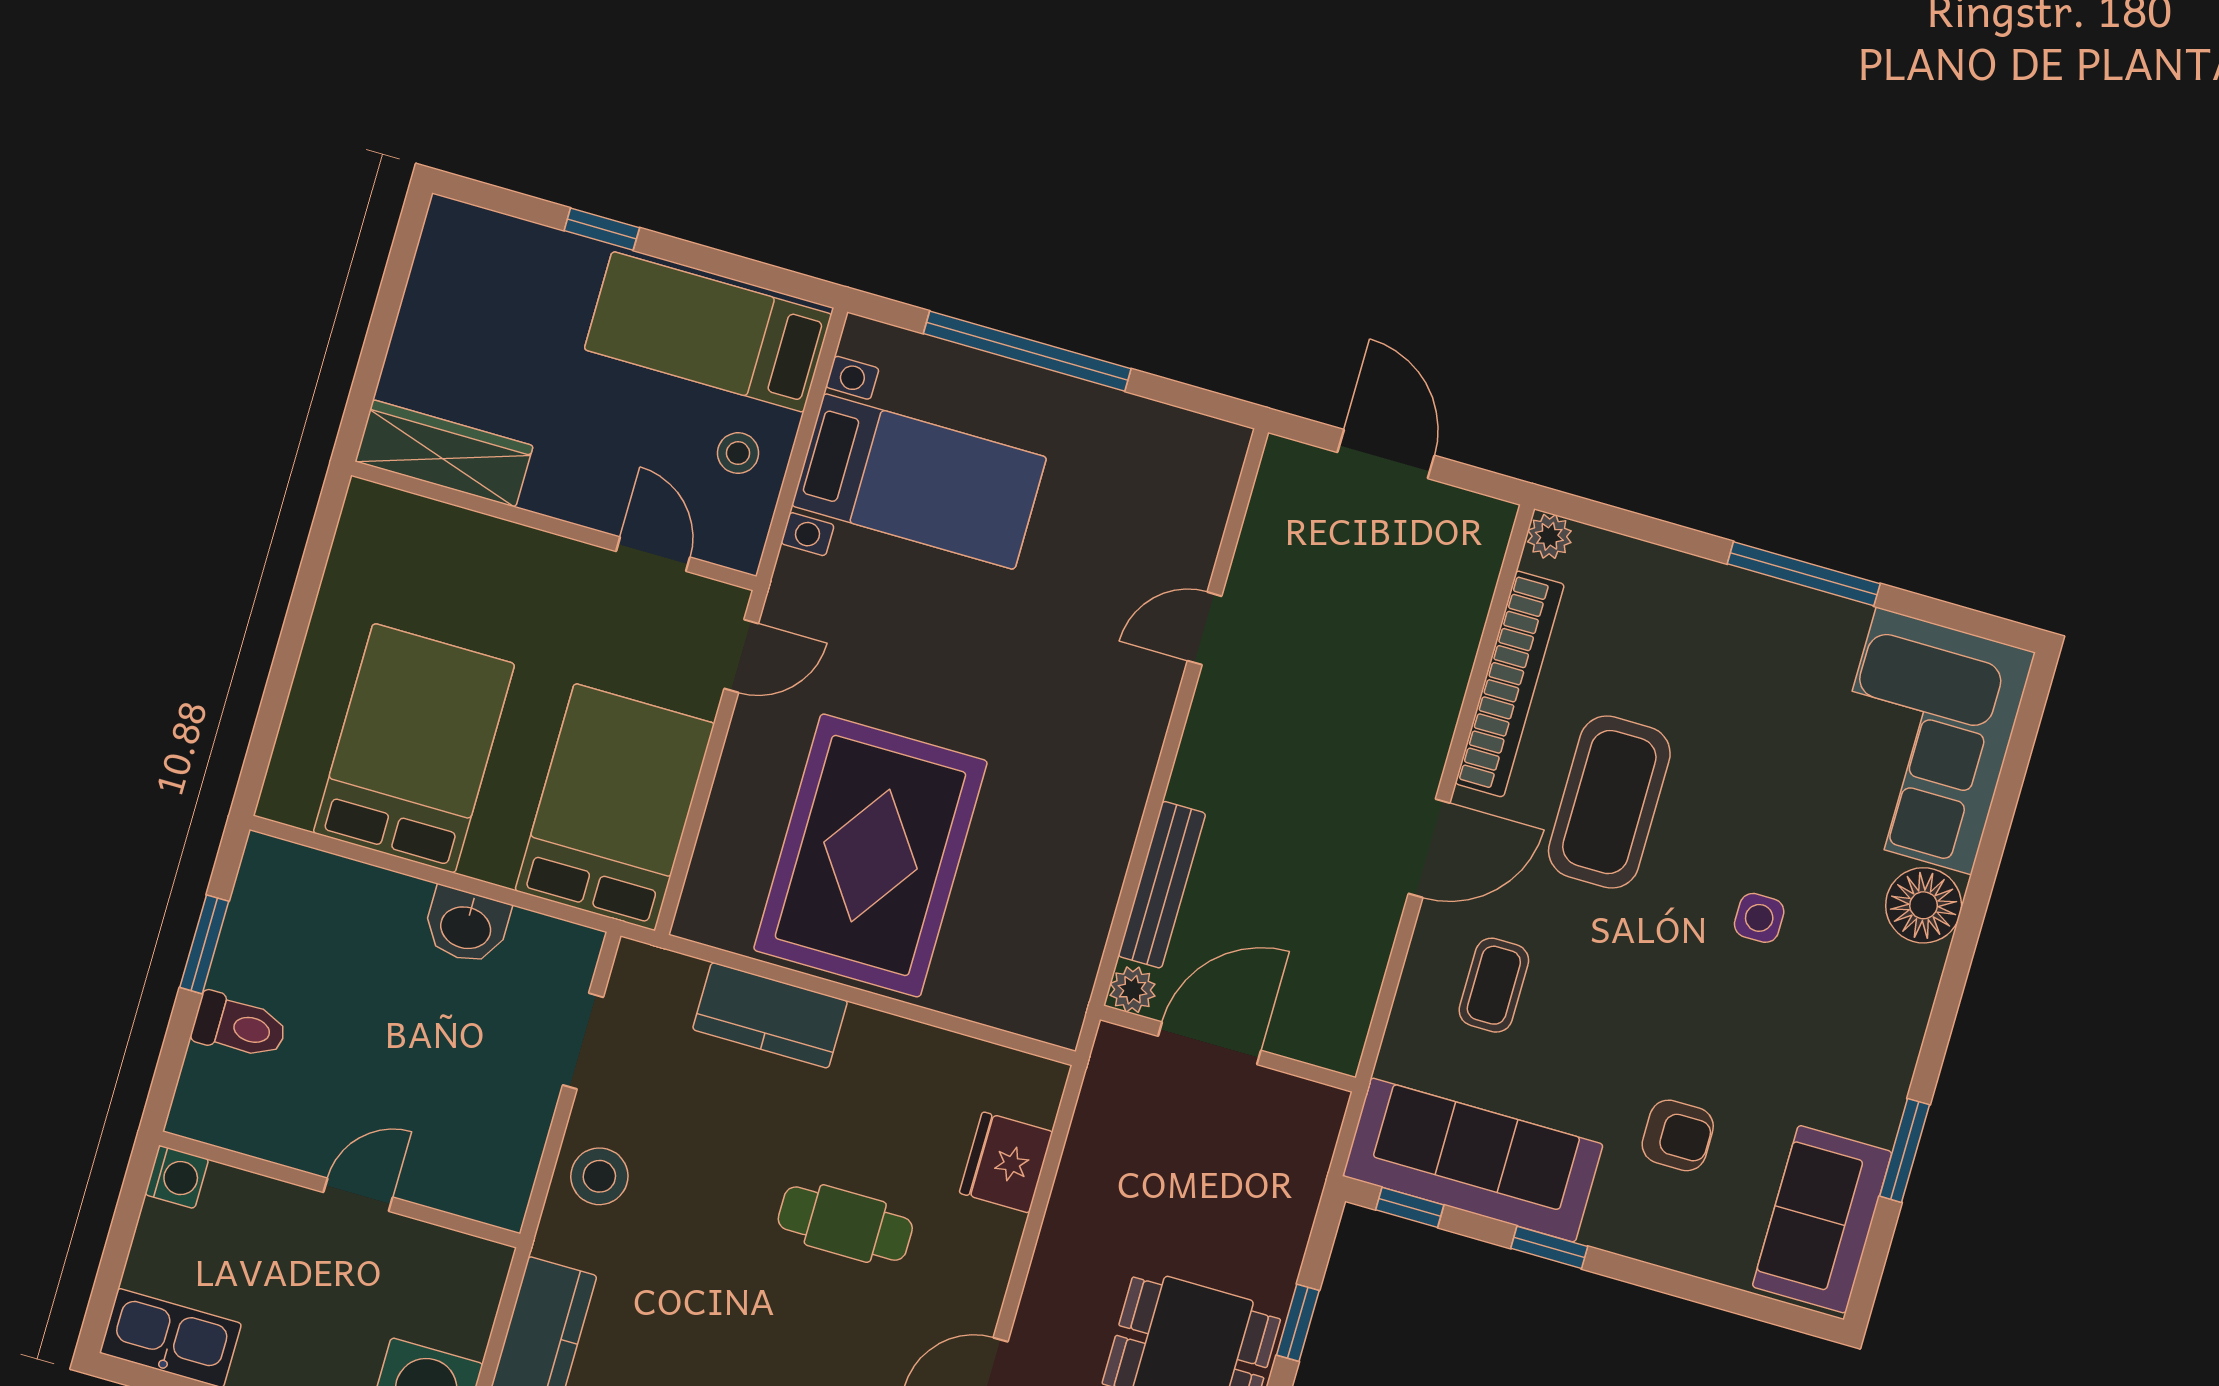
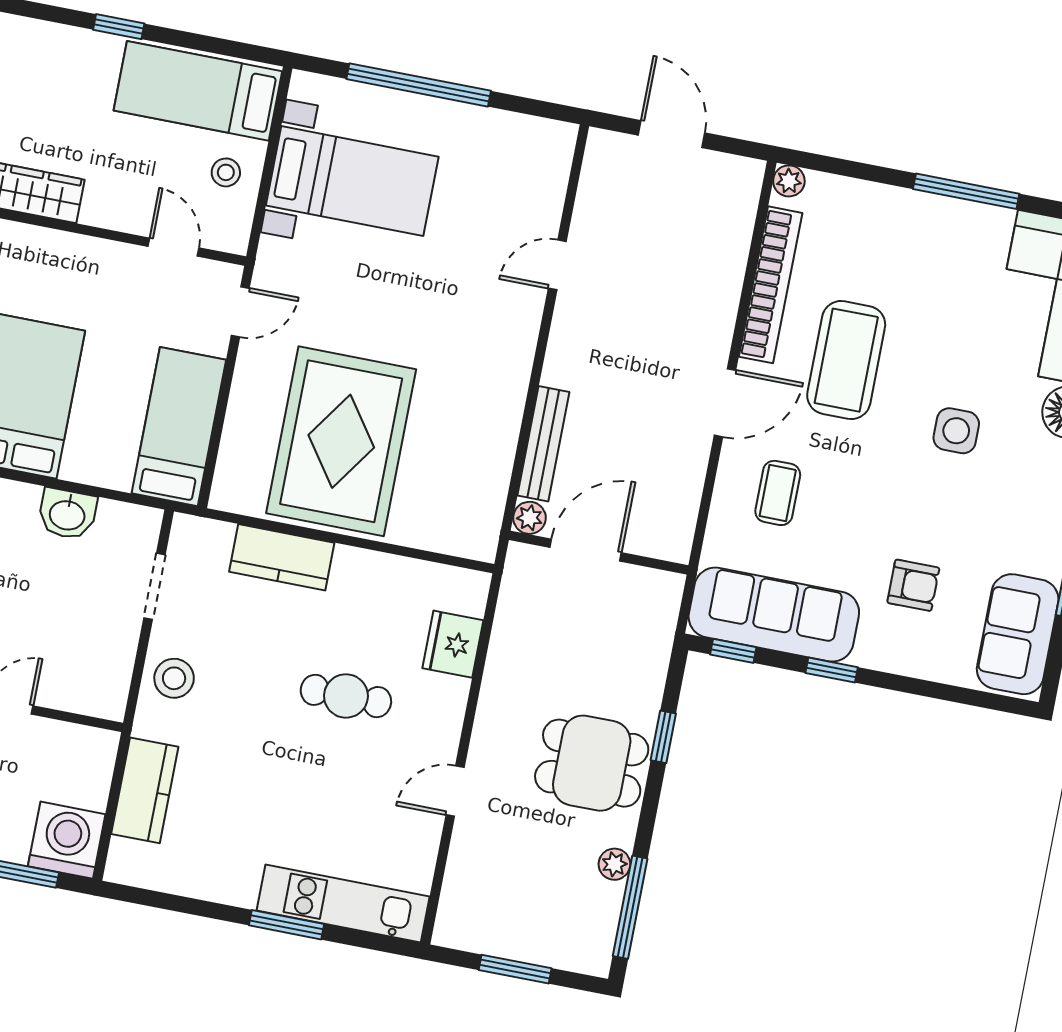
bed: (615, 807) -> (179, 427), width x0.67
side table: (1759, 918) -> (956, 431), width x1.37, depth x1.37

